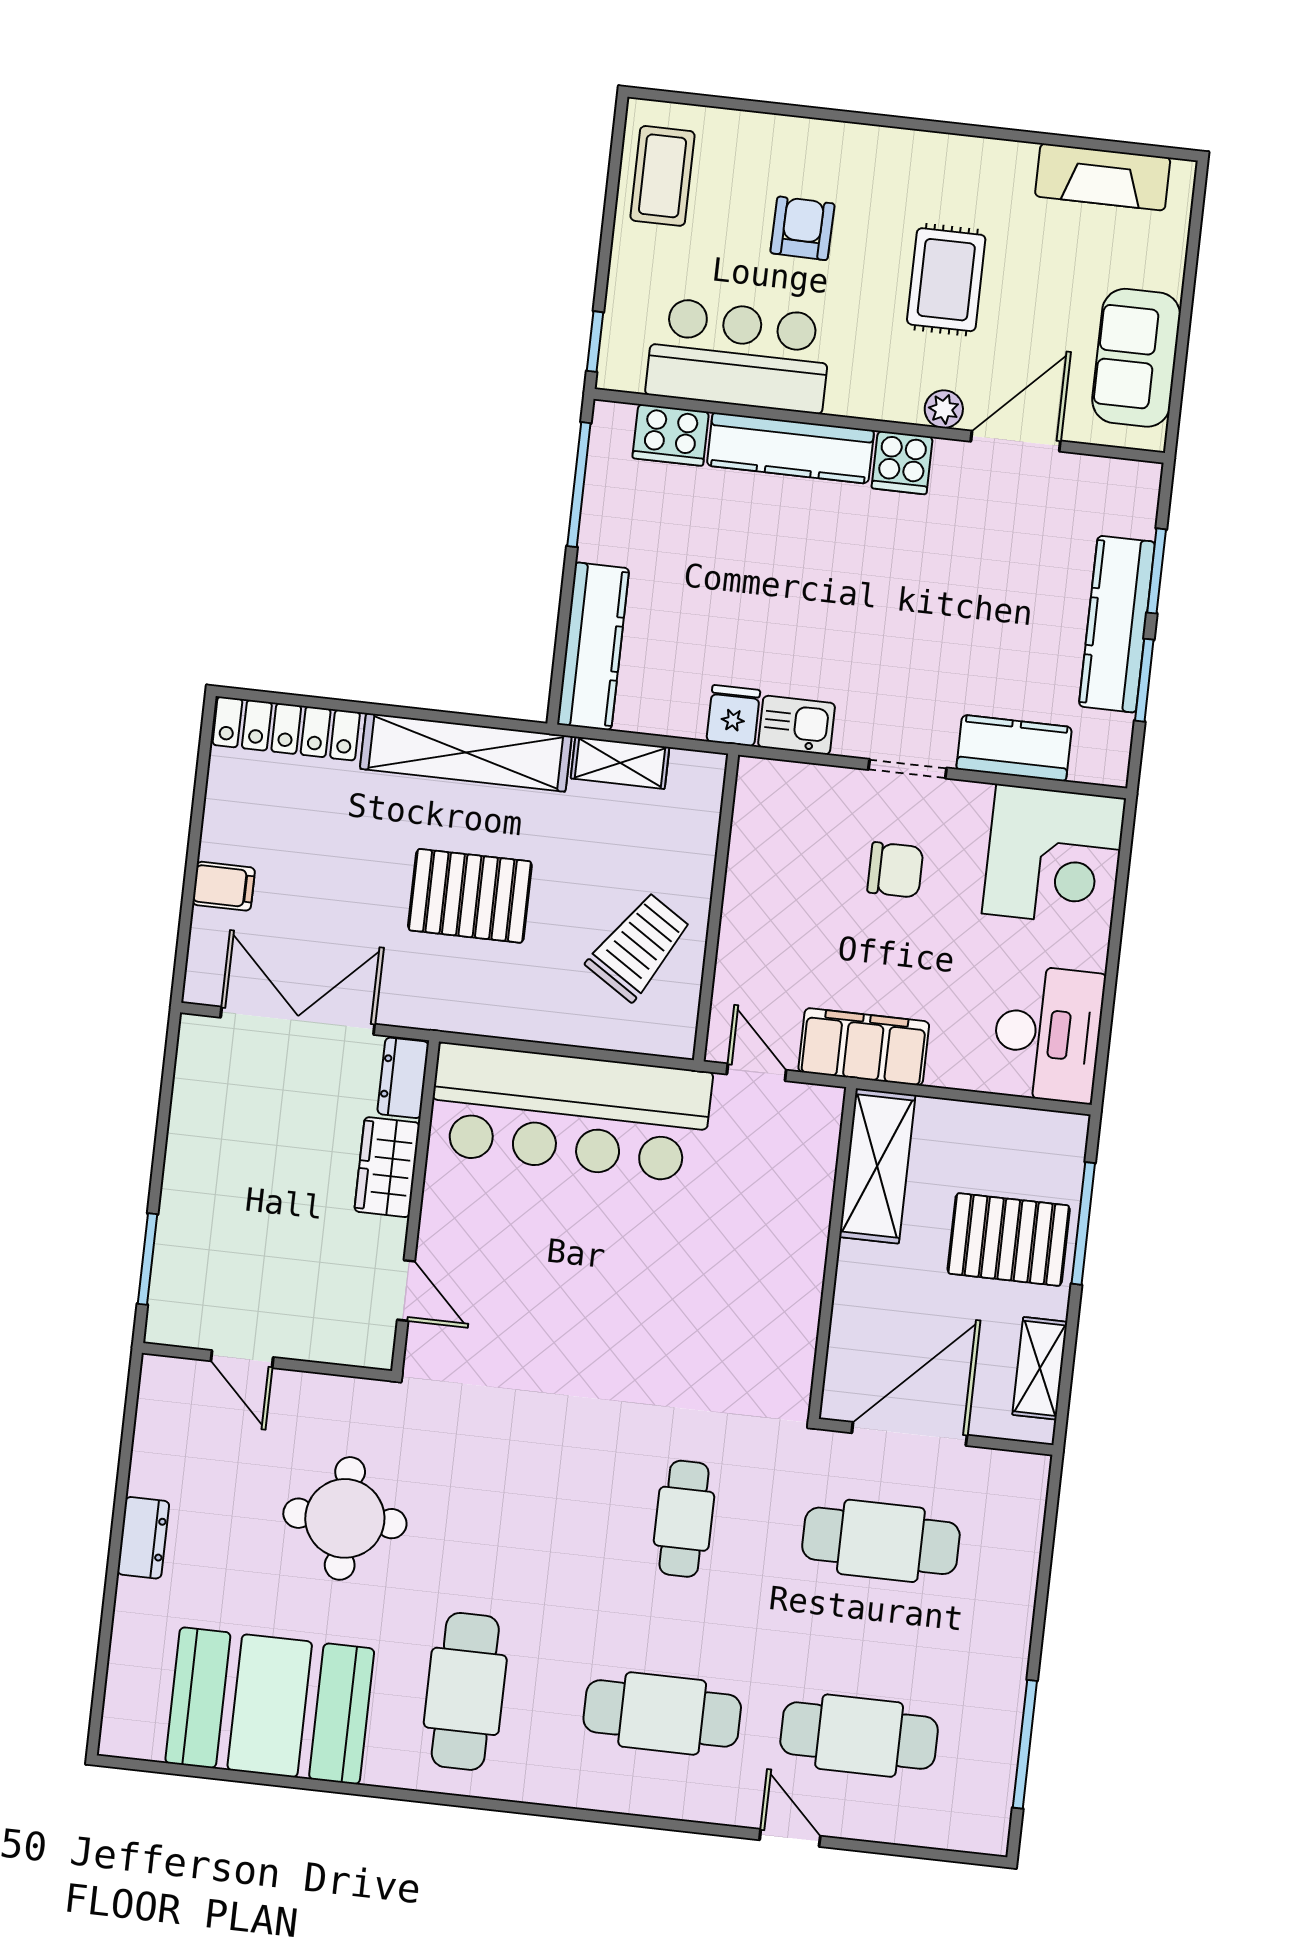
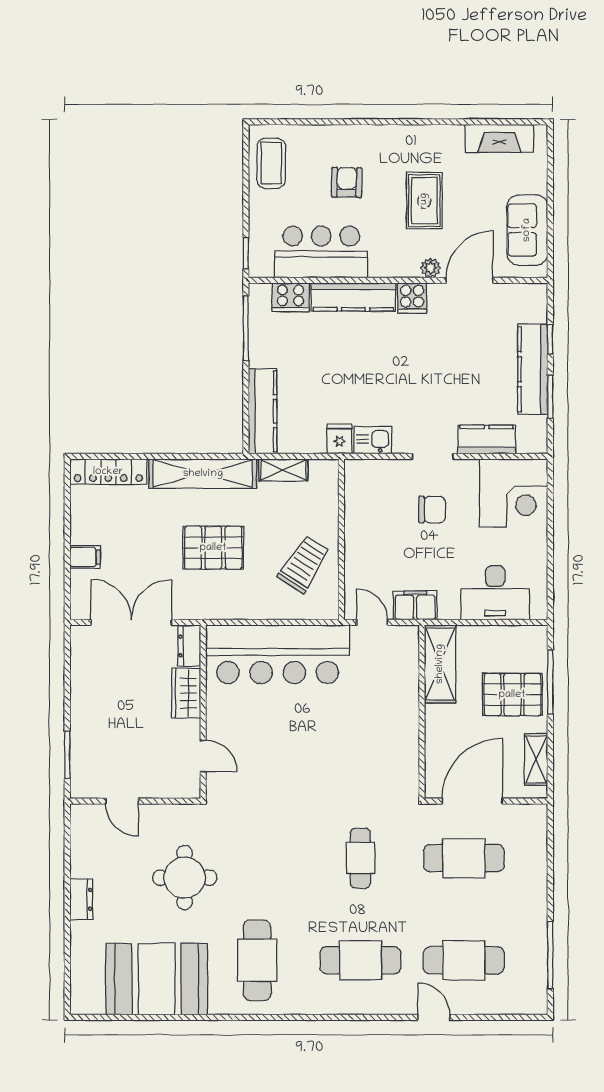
window: (1157, 571) -> (550, 339), width x0.67
desk: (1048, 1034) -> (495, 593), moved, turned 90
filing cabinet: (864, 1047) -> (415, 605), width x0.67, depth x0.86

